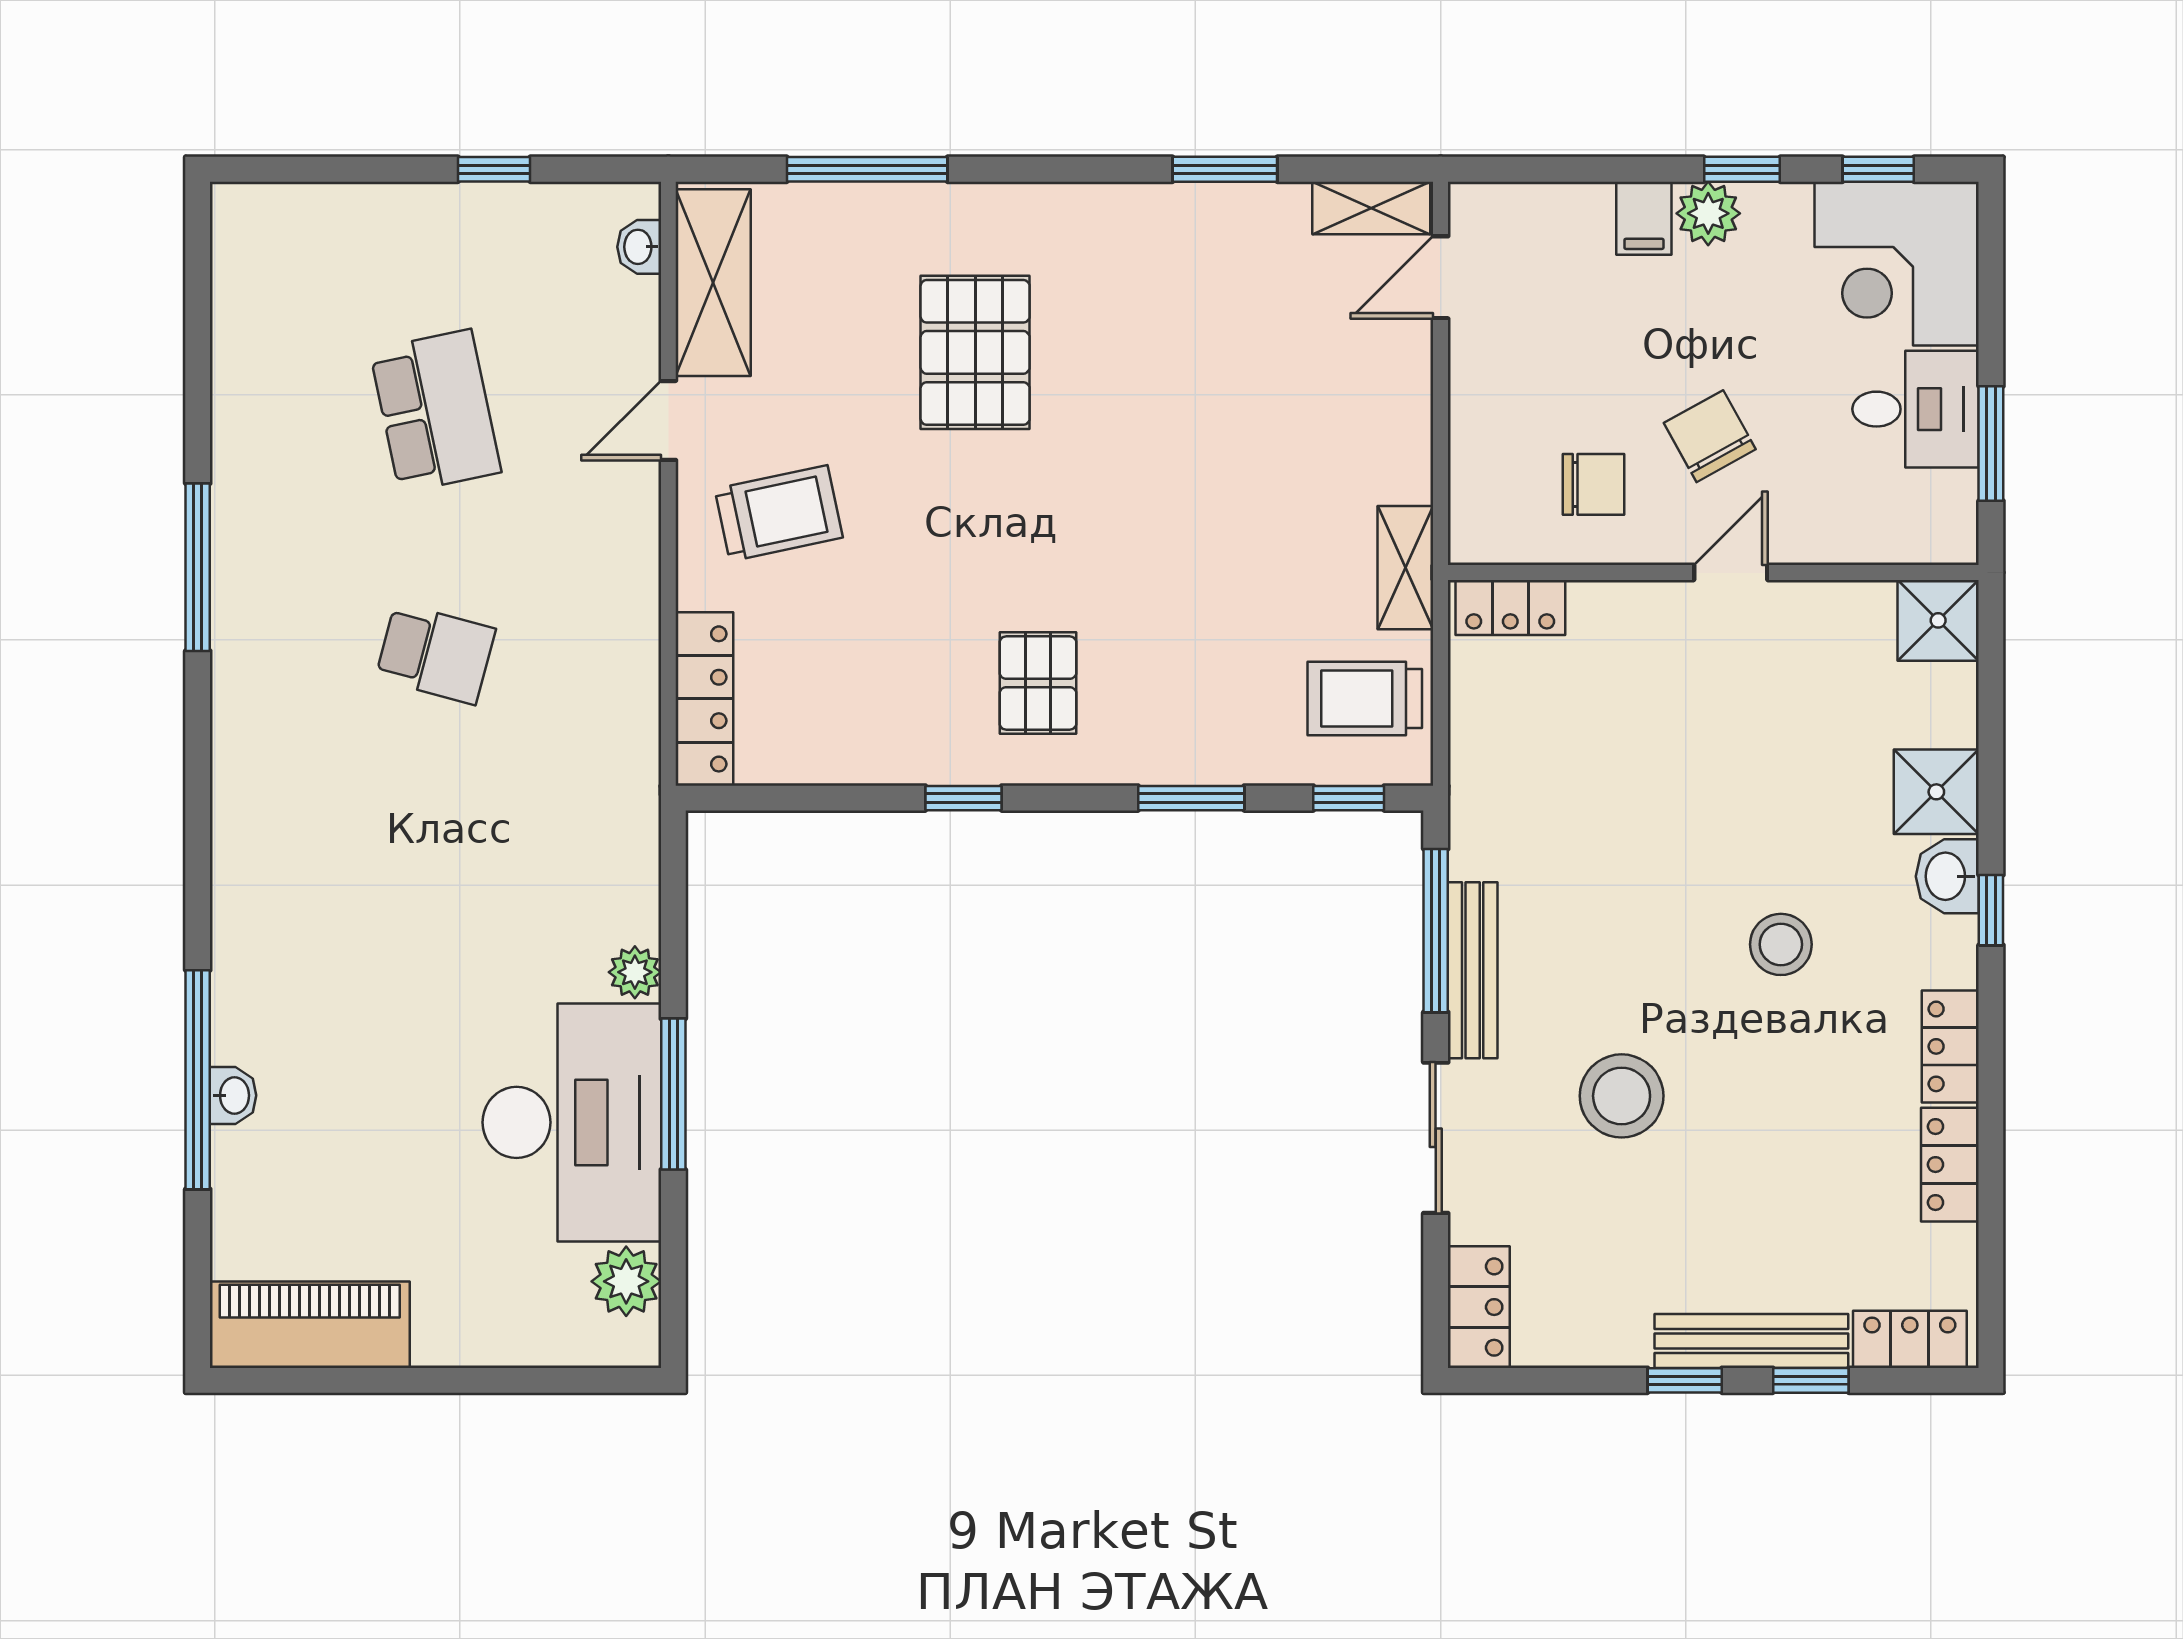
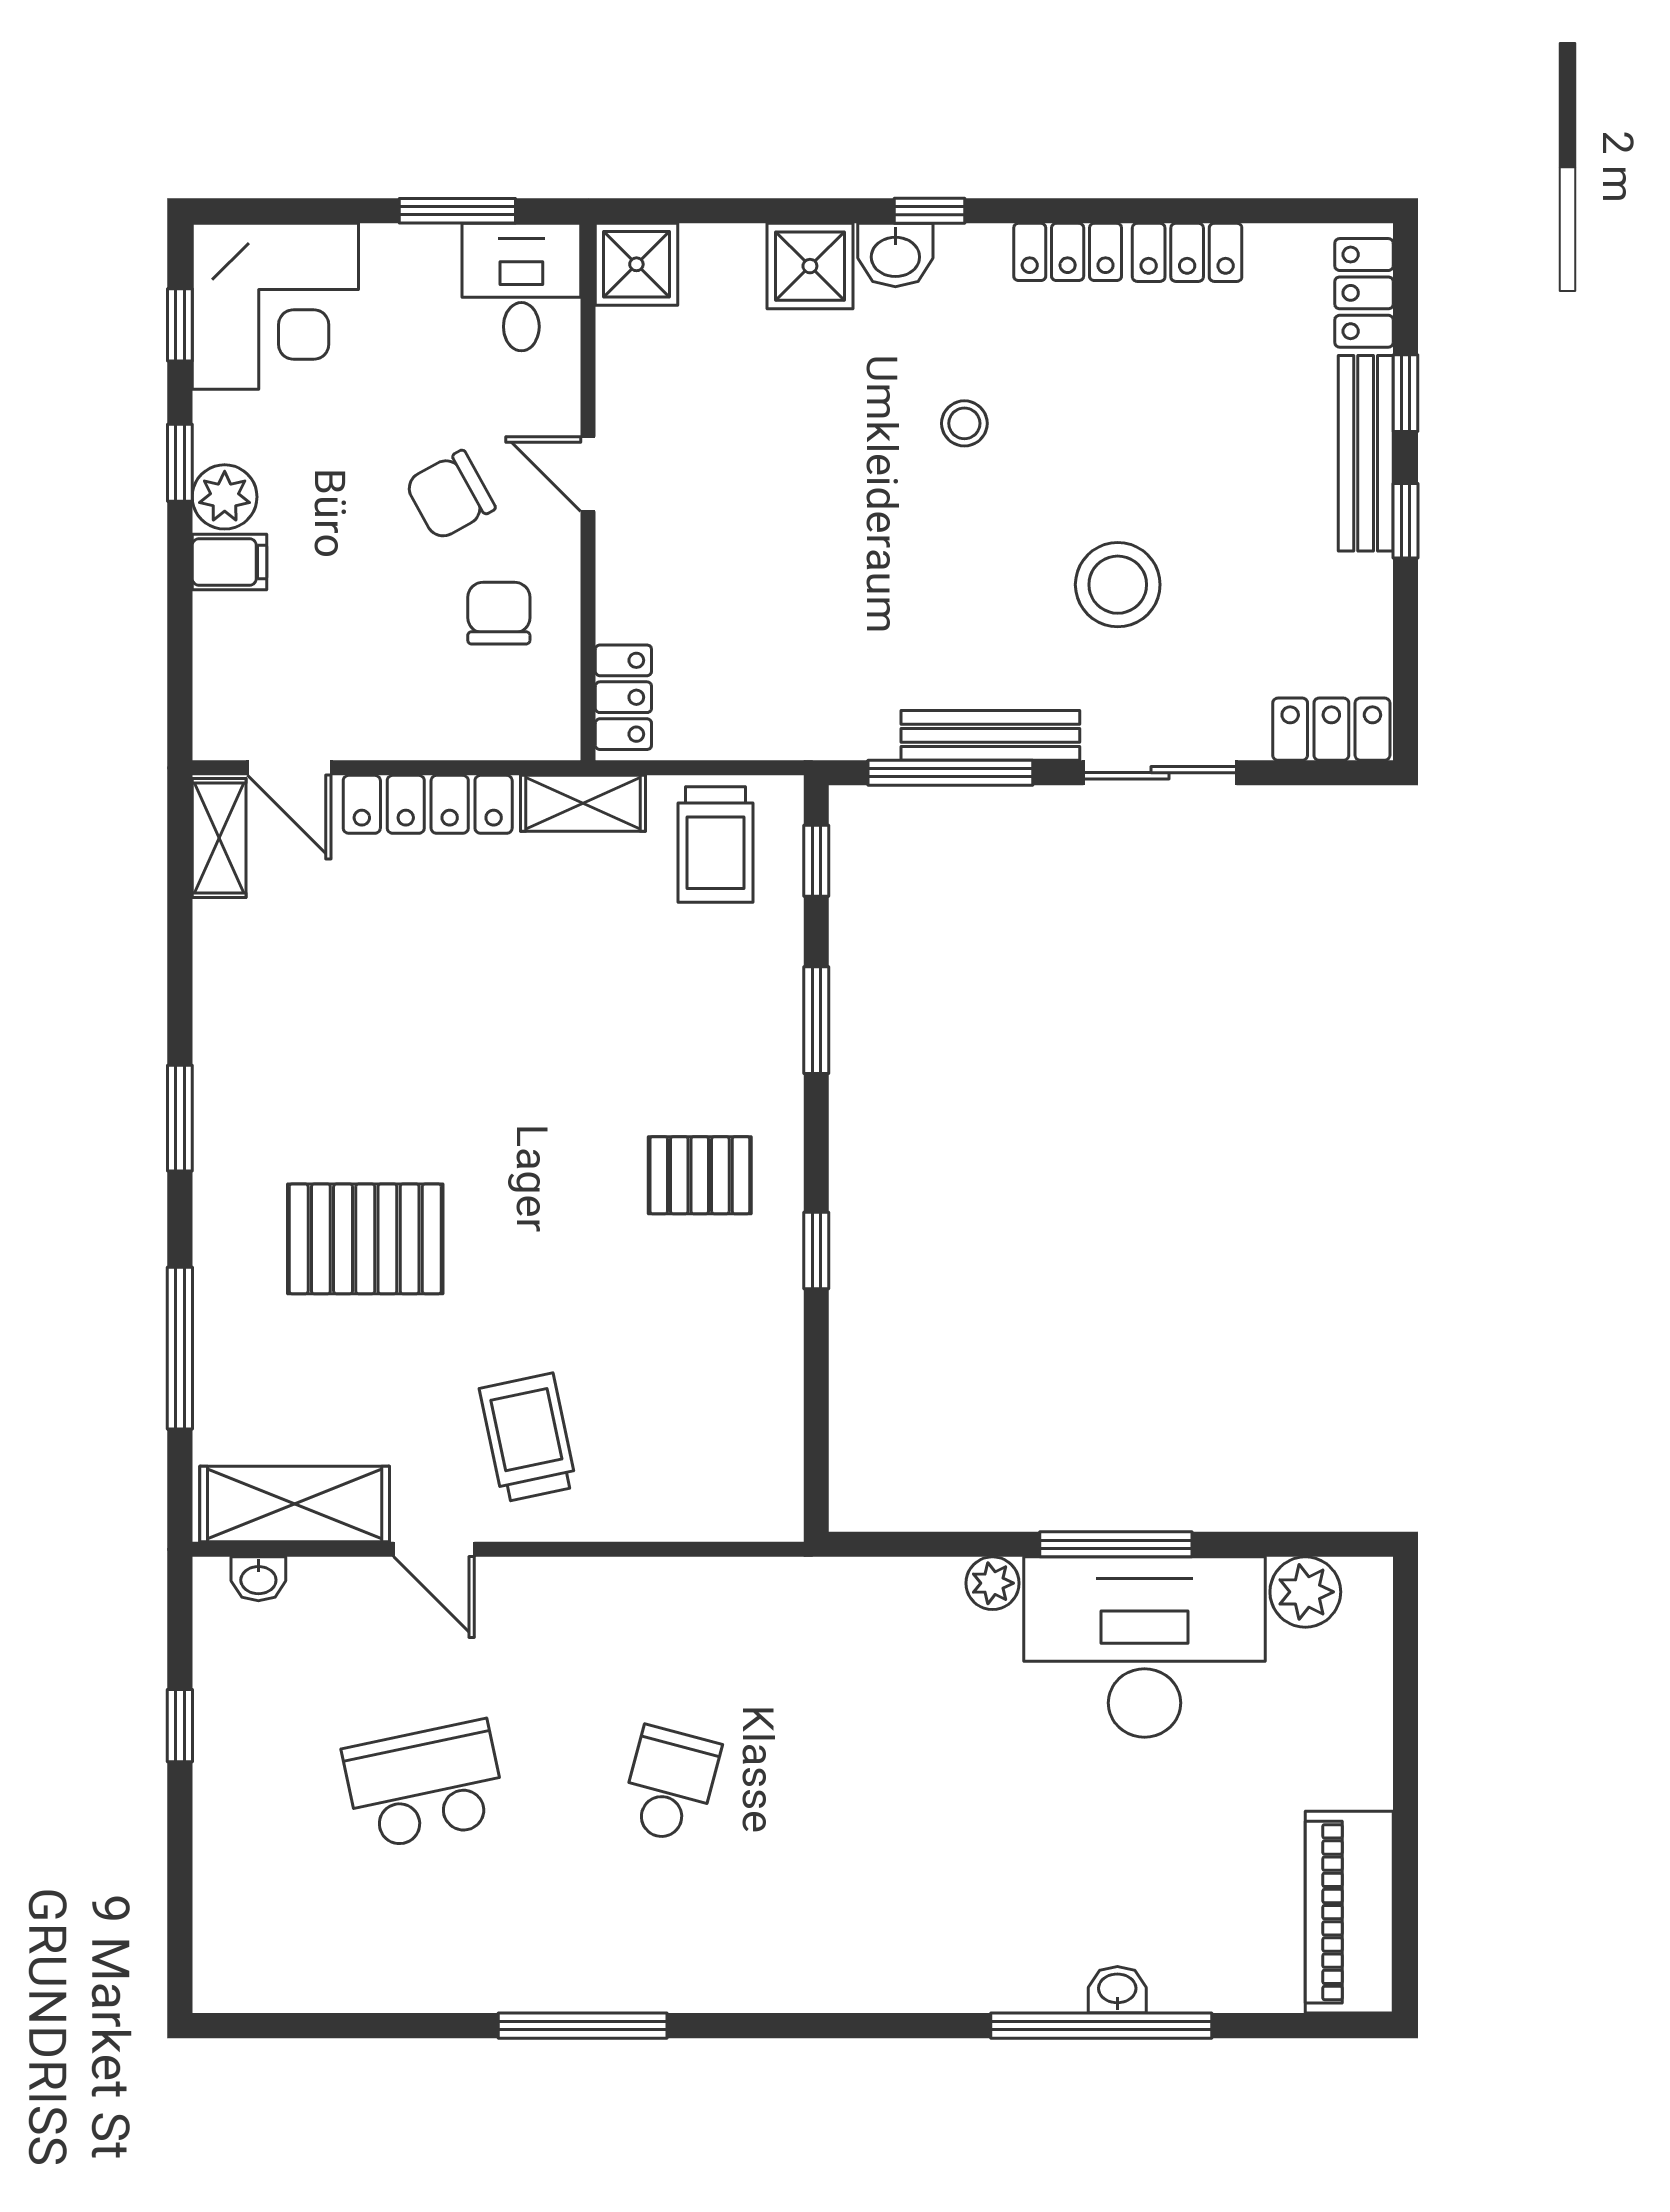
window: (1225, 169) -> (180, 1118), moved
desk: (1916, 409) -> (521, 287), moved
locker: (704, 699) -> (428, 804), moved, turned 180
stool: (1781, 944) -> (964, 423), width x0.73, depth x0.73

